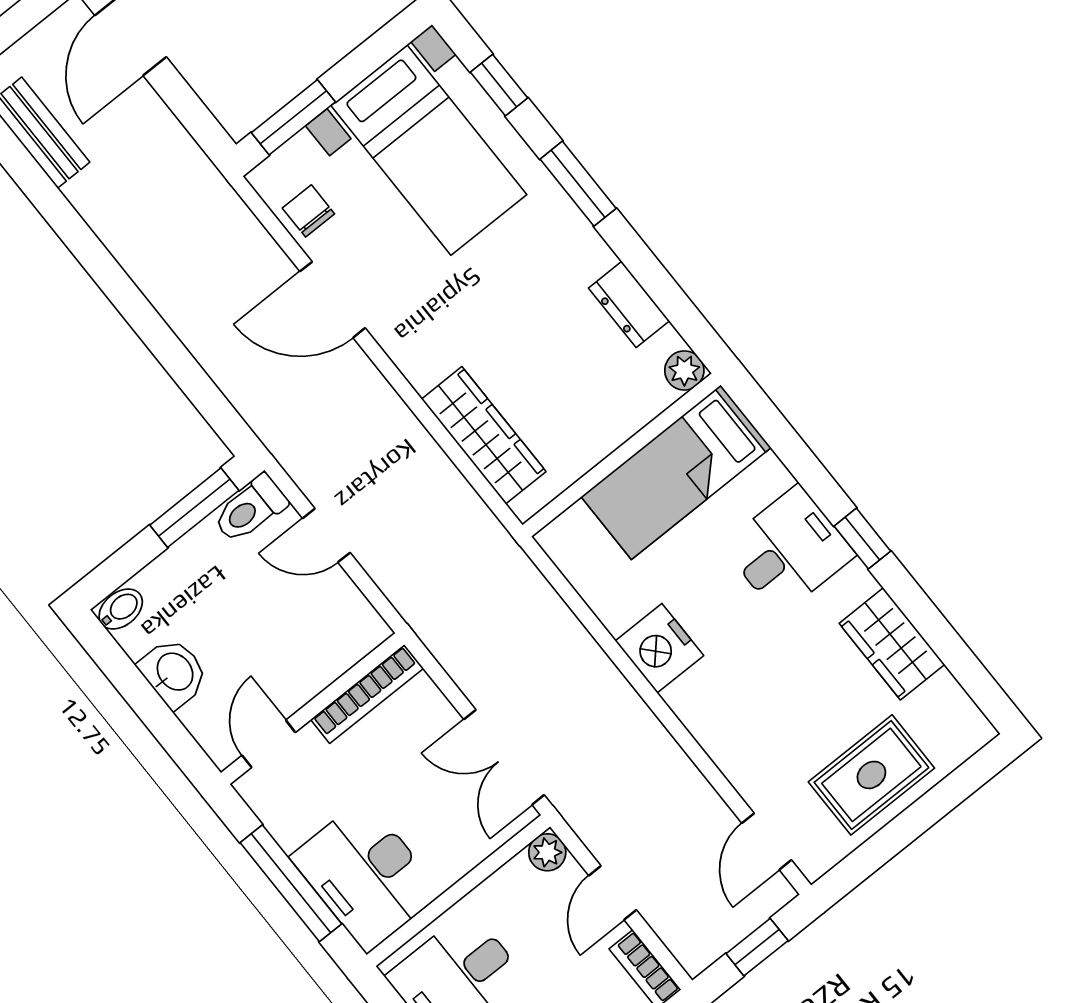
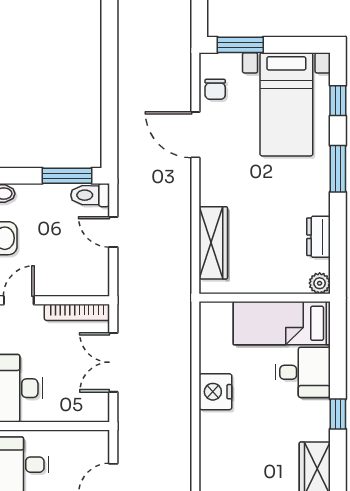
chair: (308, 211) -> (215, 89), turned 180
desk: (789, 550) -> (303, 372), moved
double door: (504, 757) -> (113, 362), moved
plant: (547, 852) -> (99, 440), removed

